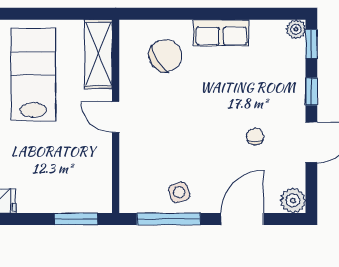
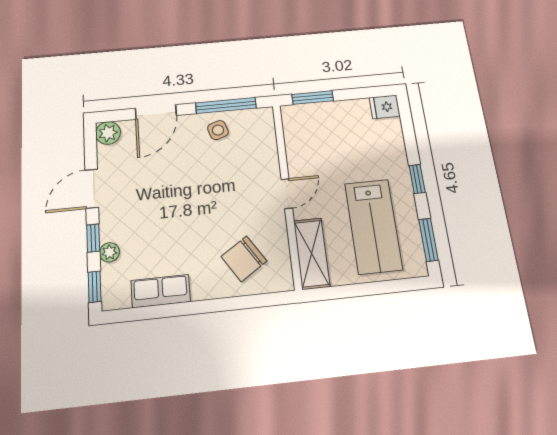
plant: (296, 29) -> (109, 252), moved
row of seats: (221, 33) -> (161, 291), moved
door: (116, 117) -> (287, 194), hinge flipped
chair: (255, 136) -> (148, 189), removed

